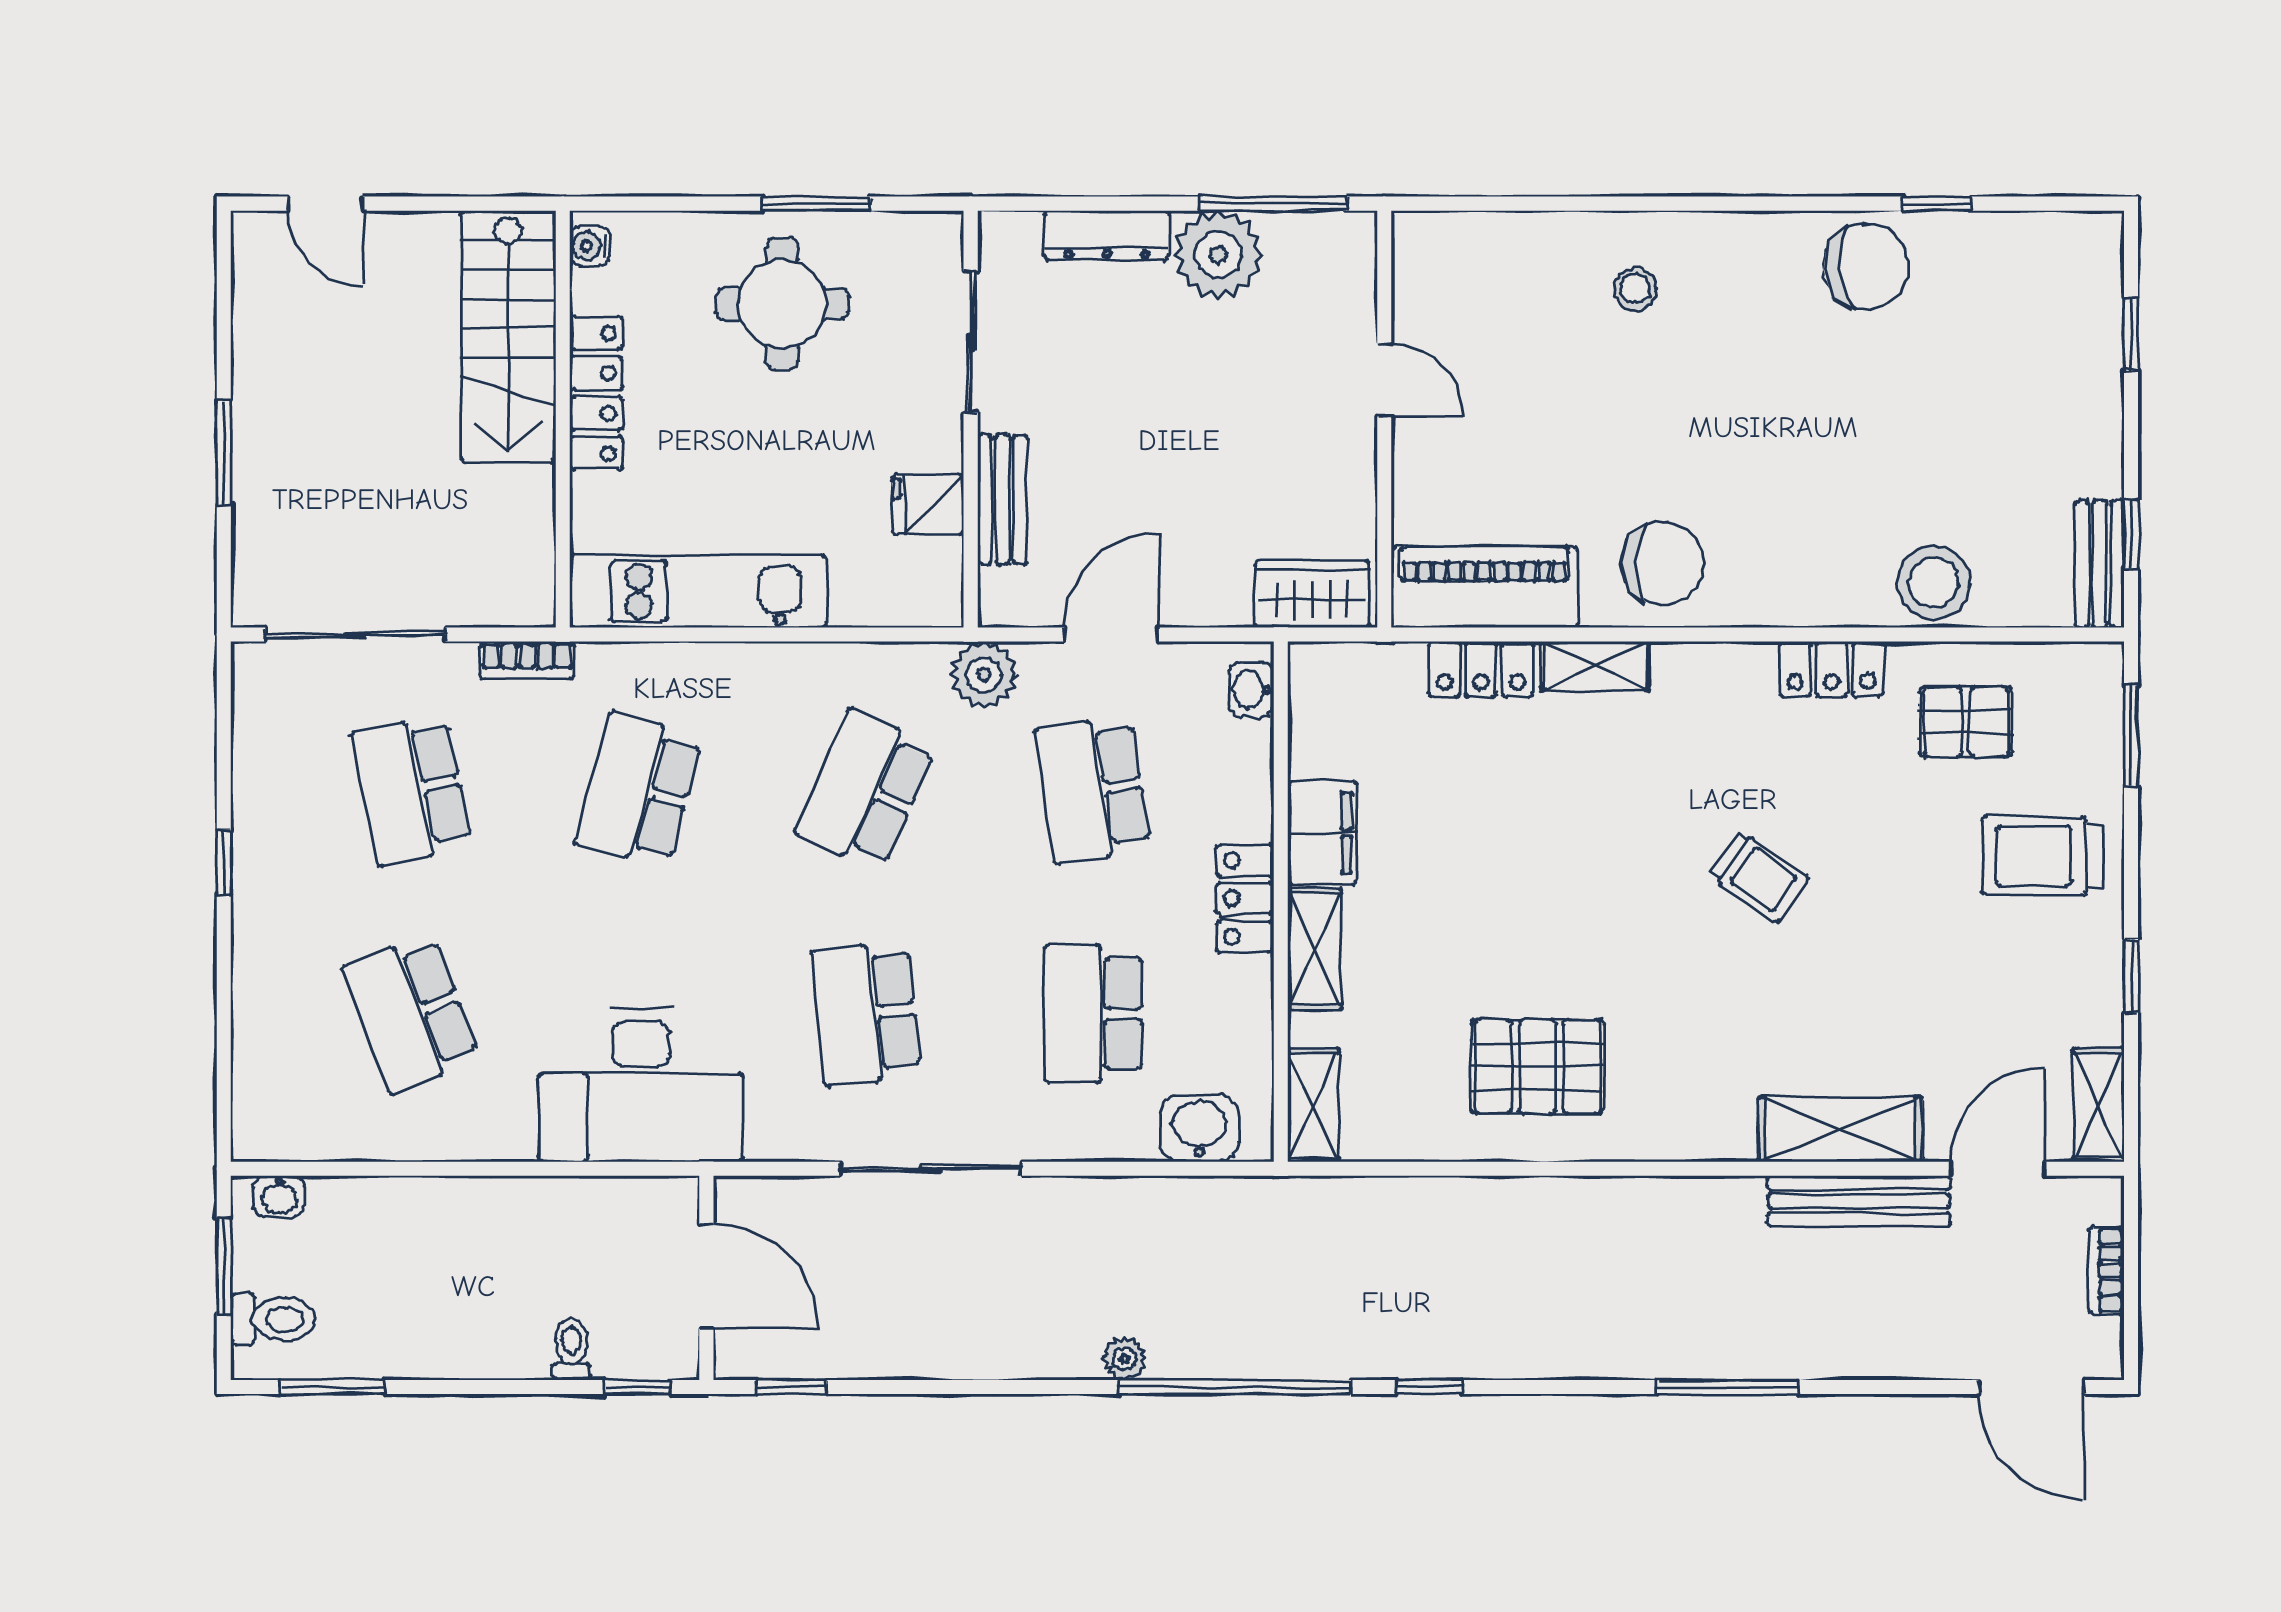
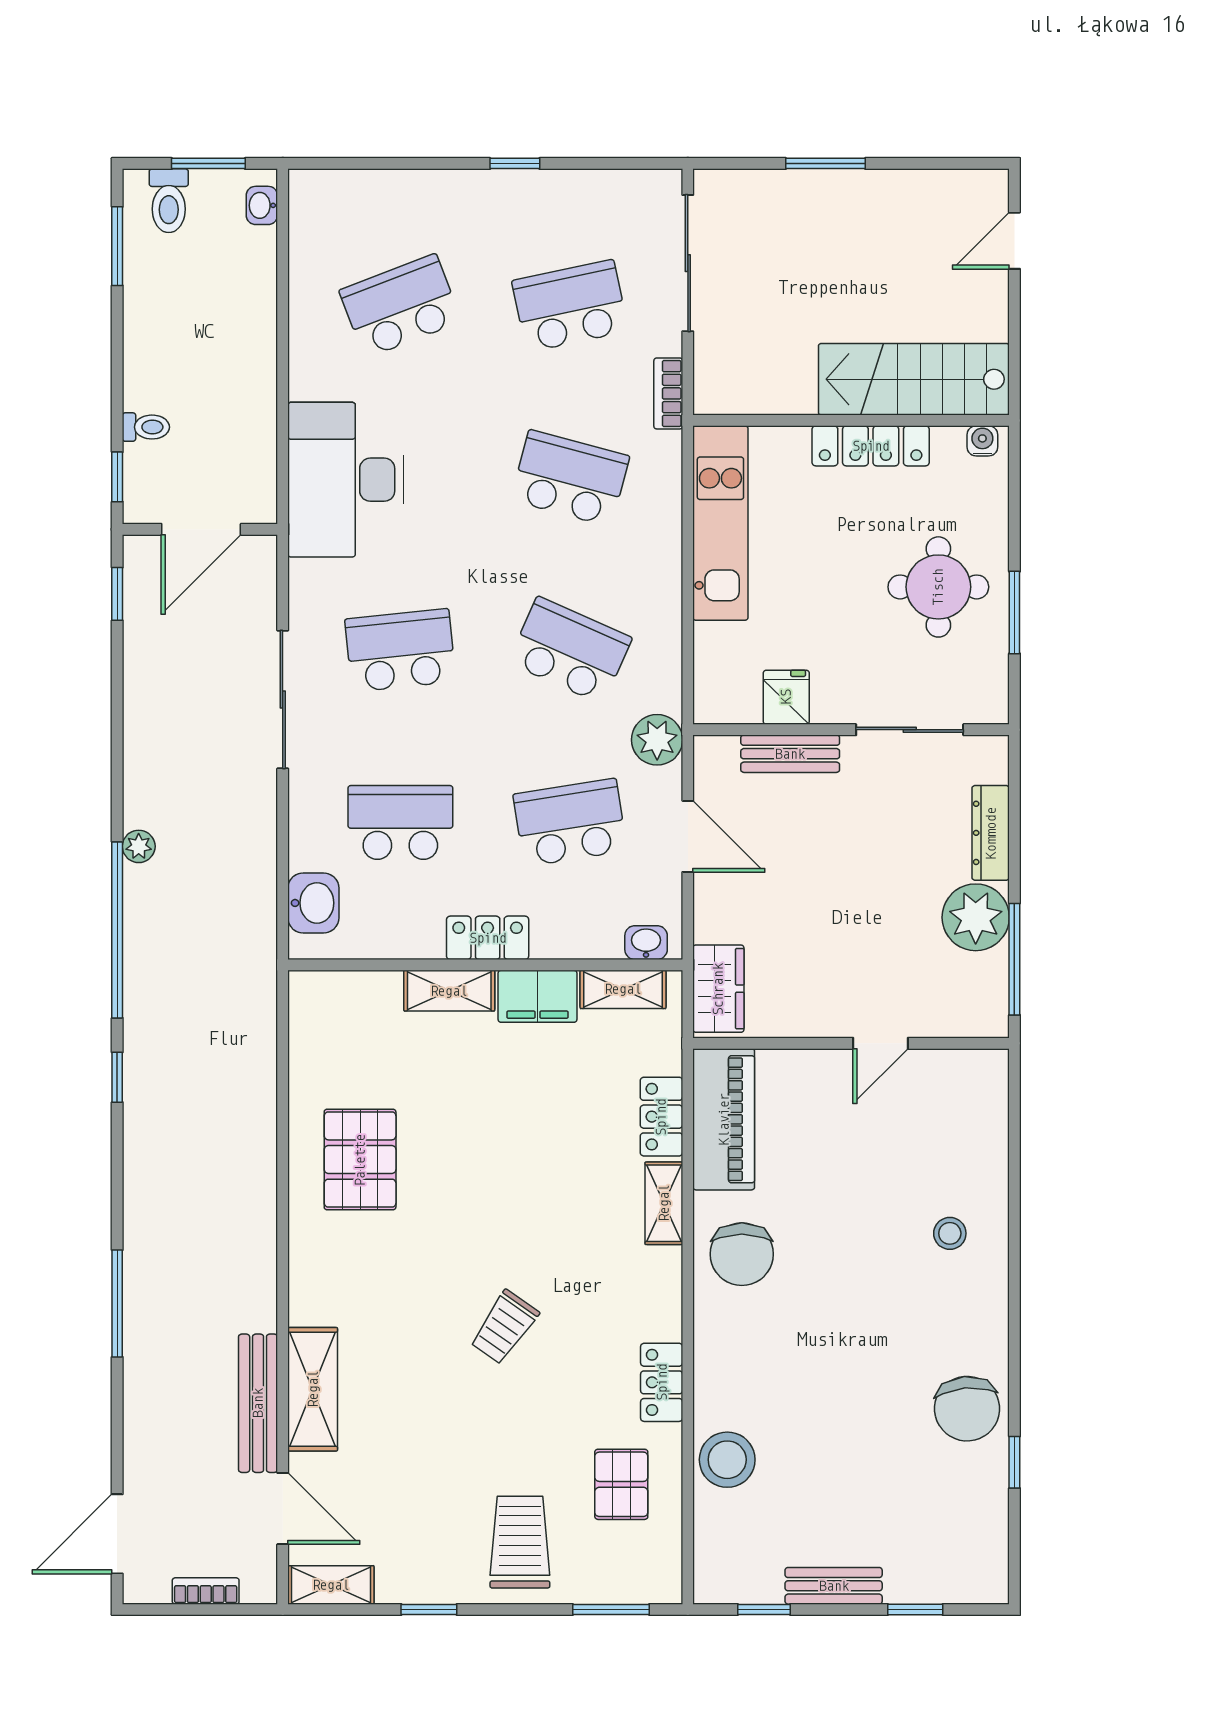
bench: (2100, 564) -> (834, 1586), moved
shelving: (1313, 1105) -> (623, 989), moved

